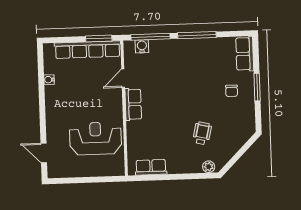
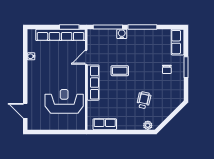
water cooler: (142, 46) -> (122, 34), moved
coffee table: (169, 95) -> (120, 71), added
row of seats: (133, 104) -> (93, 83), width x1.48

